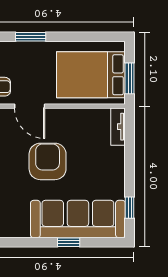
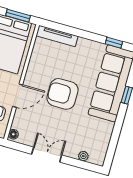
tv unit: (118, 127) -> (57, 36), width x1.41

